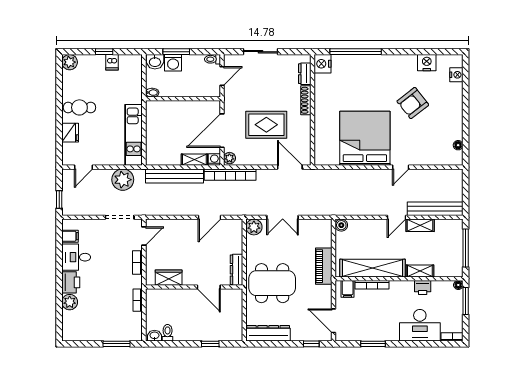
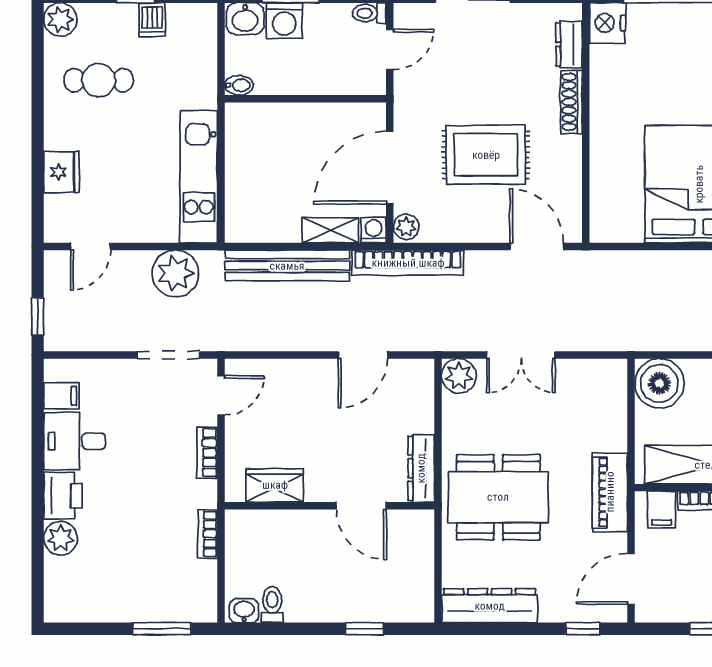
cafe table: (79, 107) -> (99, 80), moved
boiler: (341, 225) -> (659, 383), width x1.86, depth x1.86
piano: (324, 266) -> (610, 492), moved
door: (333, 321) -> (631, 579), hinge flipped

